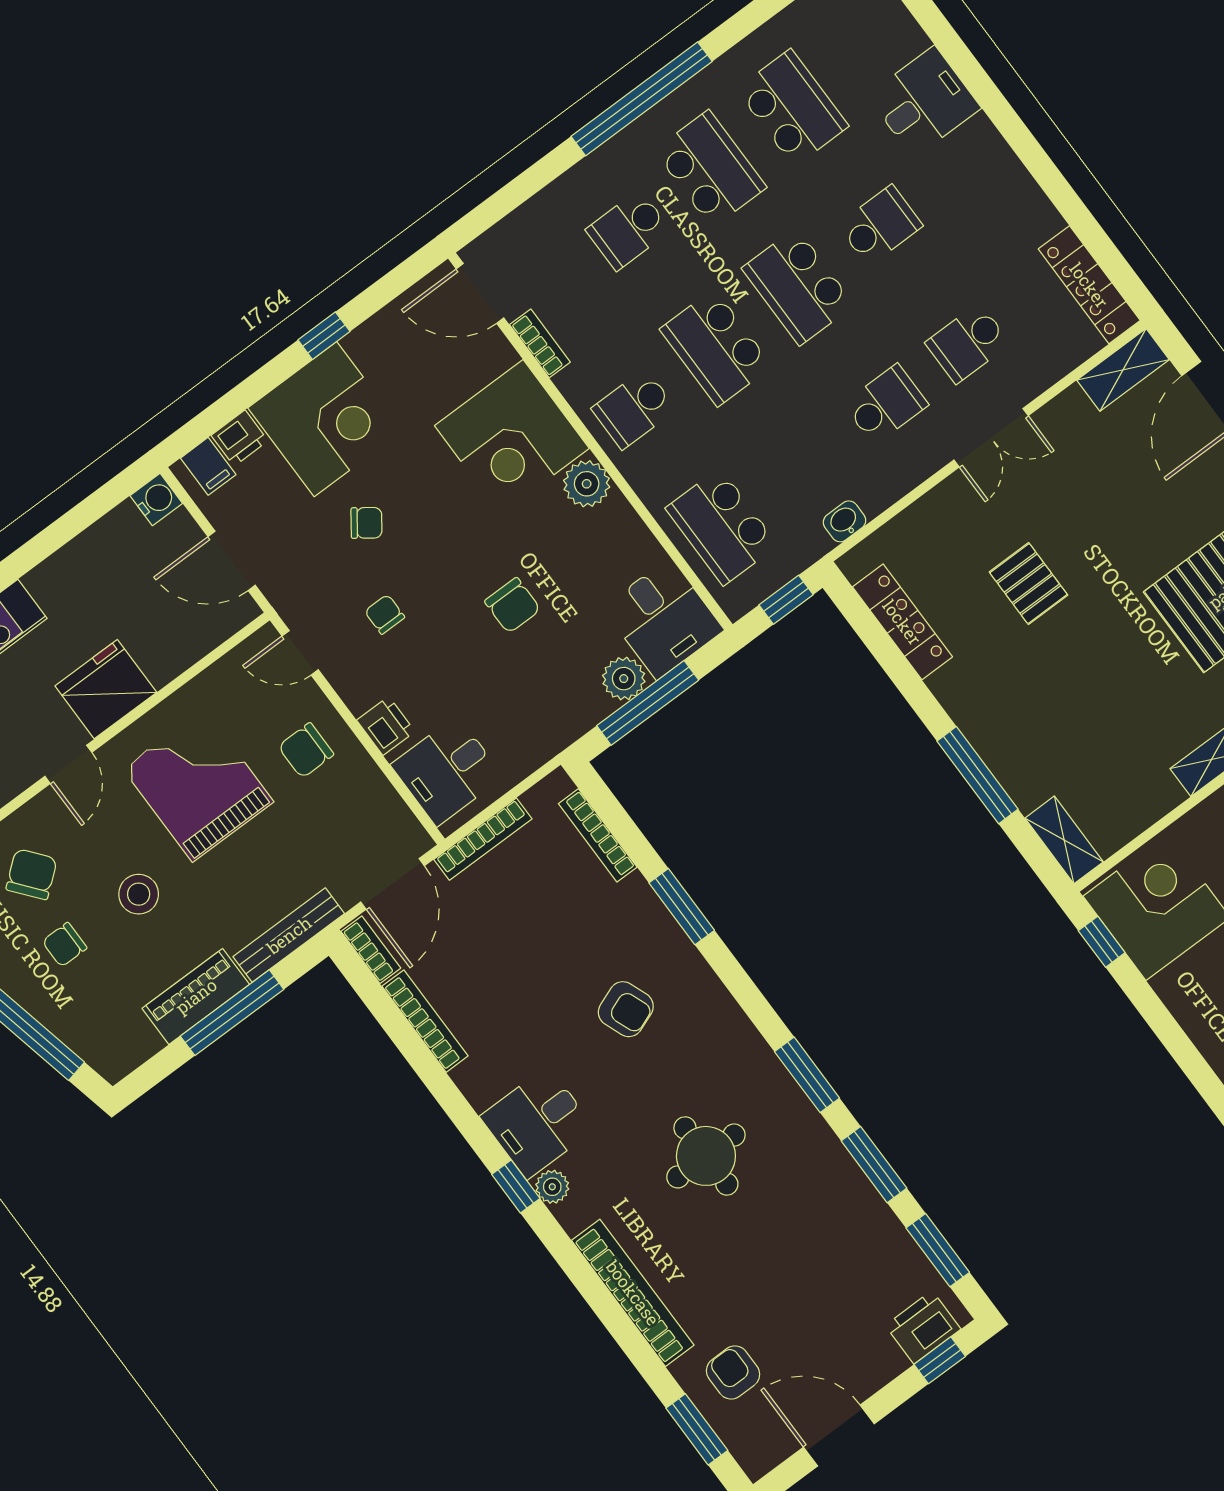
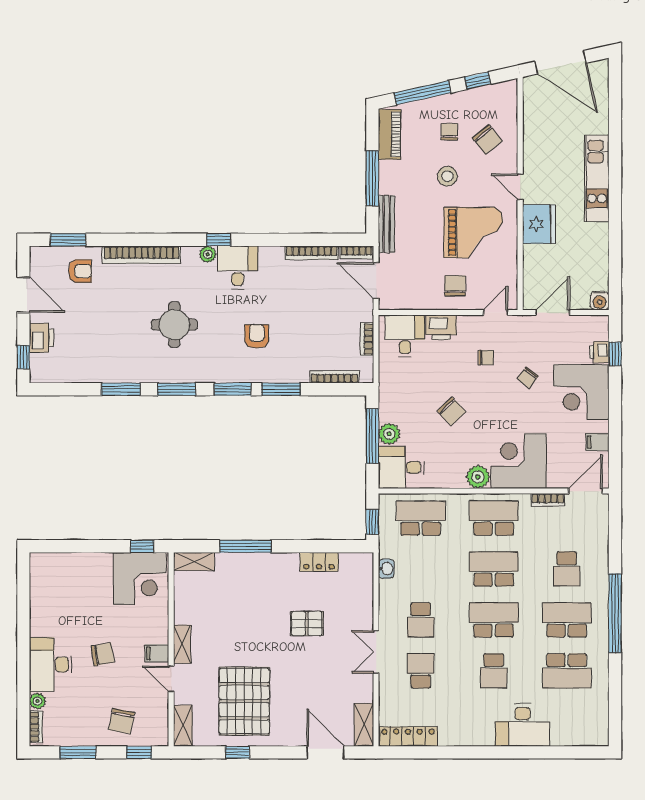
desk: (924, 102) -> (523, 725), width x1.37
school desk: (710, 169) -> (567, 620), turned 180
school desk: (628, 230) -> (567, 569), turned 180
window: (324, 336) -> (615, 354), moved
school desk: (634, 409) -> (494, 518), width x1.85
filing cabinet: (208, 466) -> (597, 442), moved
chair: (513, 605) -> (451, 411), turned -133
locker: (902, 622) -> (319, 562), width x0.66
printer: (386, 726) -> (441, 327), width x1.36, depth x1.24
bookcase: (483, 839) -> (367, 339), width x0.64
piano: (196, 996) -> (390, 134), moved
armchair: (626, 1009) -> (257, 336), turned 111
window: (938, 1250) -> (233, 389), moved
printer: (923, 1327) -> (42, 338), moved
door: (839, 1435) -> (23, 295), hinge flipped

